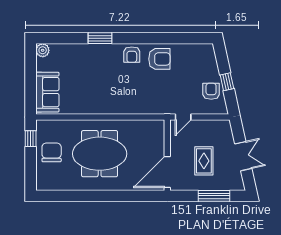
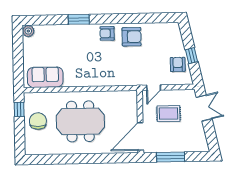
armchair: (132, 55) -> (107, 33), turned 90
sofa: (47, 92) -> (45, 77), moved, turned -90
double door: (243, 156) -> (204, 108), moved
rug: (204, 161) -> (168, 114), moved, turned 90
window: (214, 196) -> (171, 157), moved

